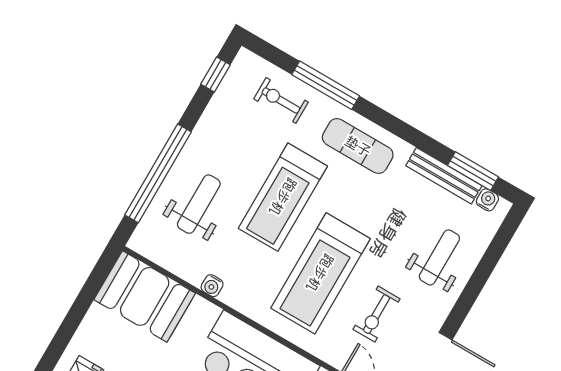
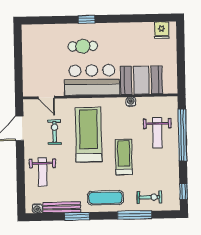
window: (473, 171) -> (77, 216), moved
treadmill: (283, 197) -> (124, 157), width x0.73, depth x0.73
booth: (145, 296) -> (141, 80), moved

